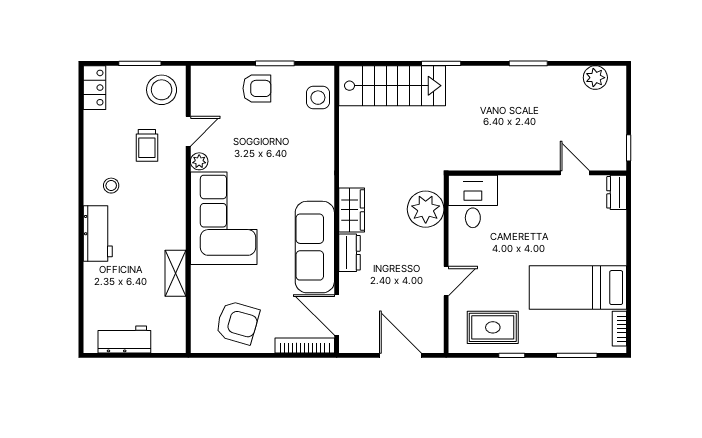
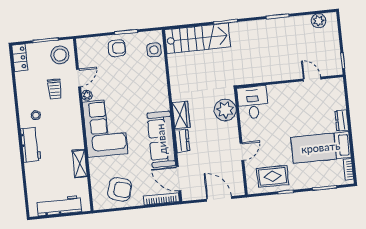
dresser: (617, 192) -> (342, 121), moved
workbench: (124, 339) -> (59, 206), width x1.38

